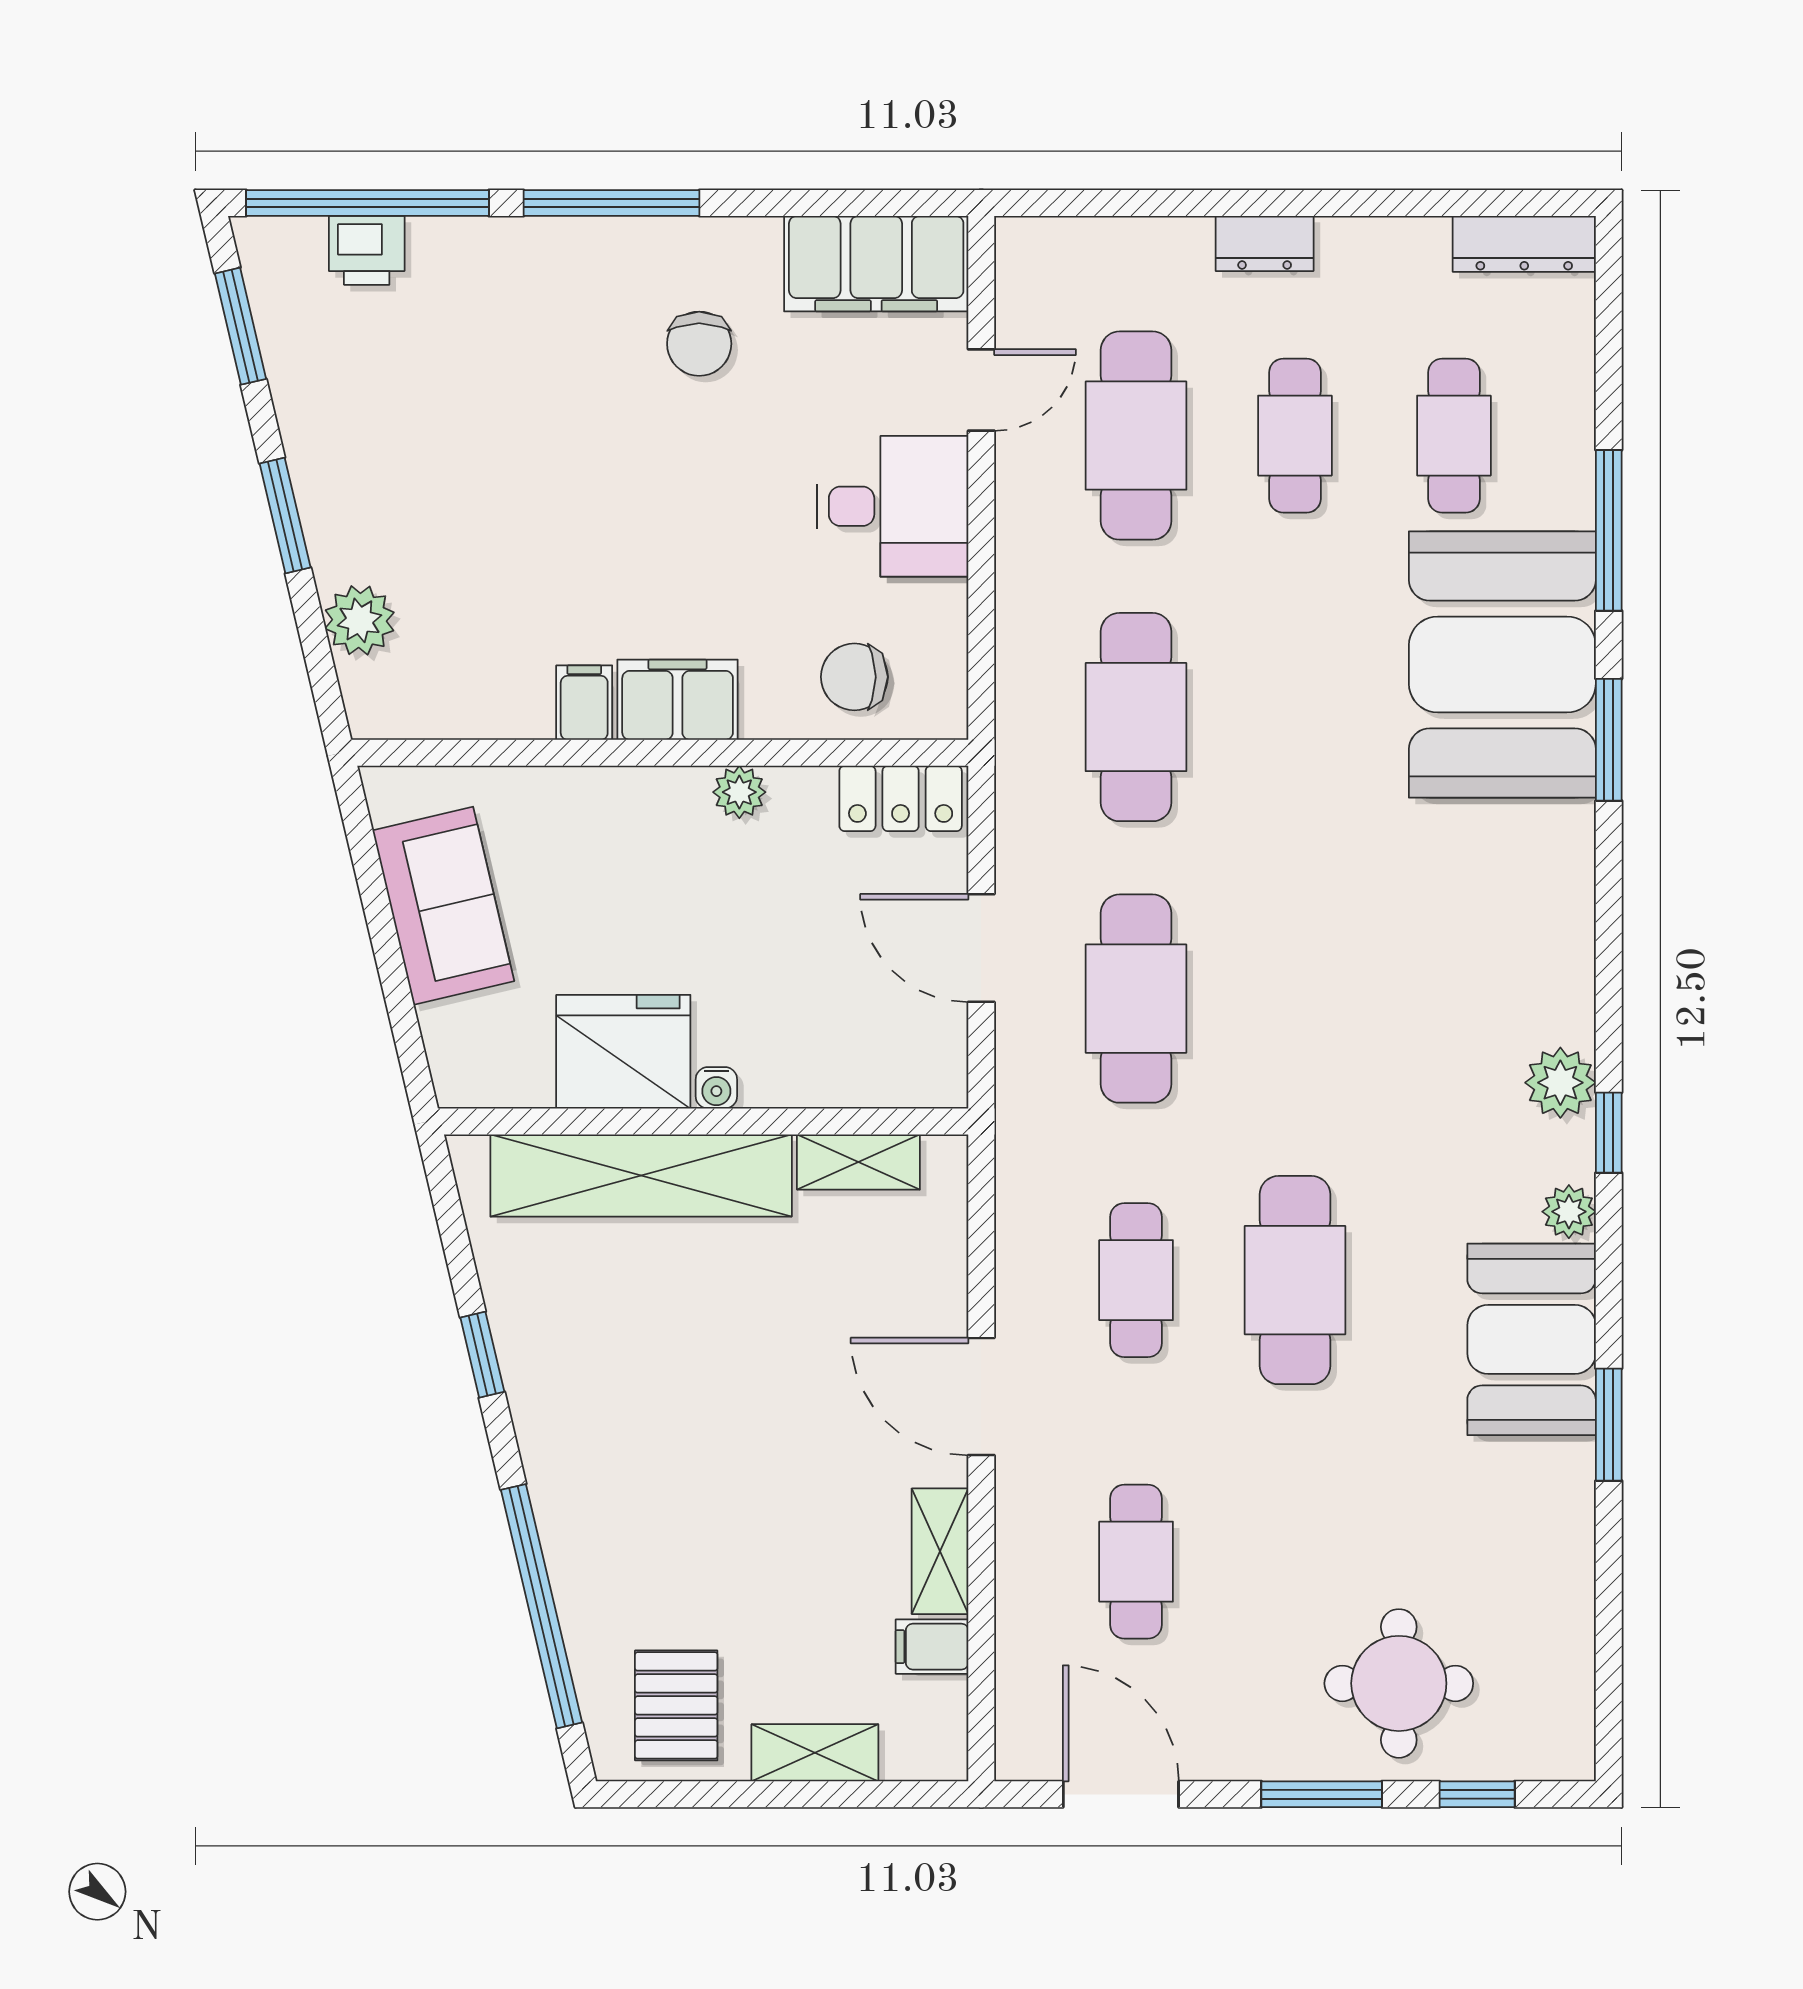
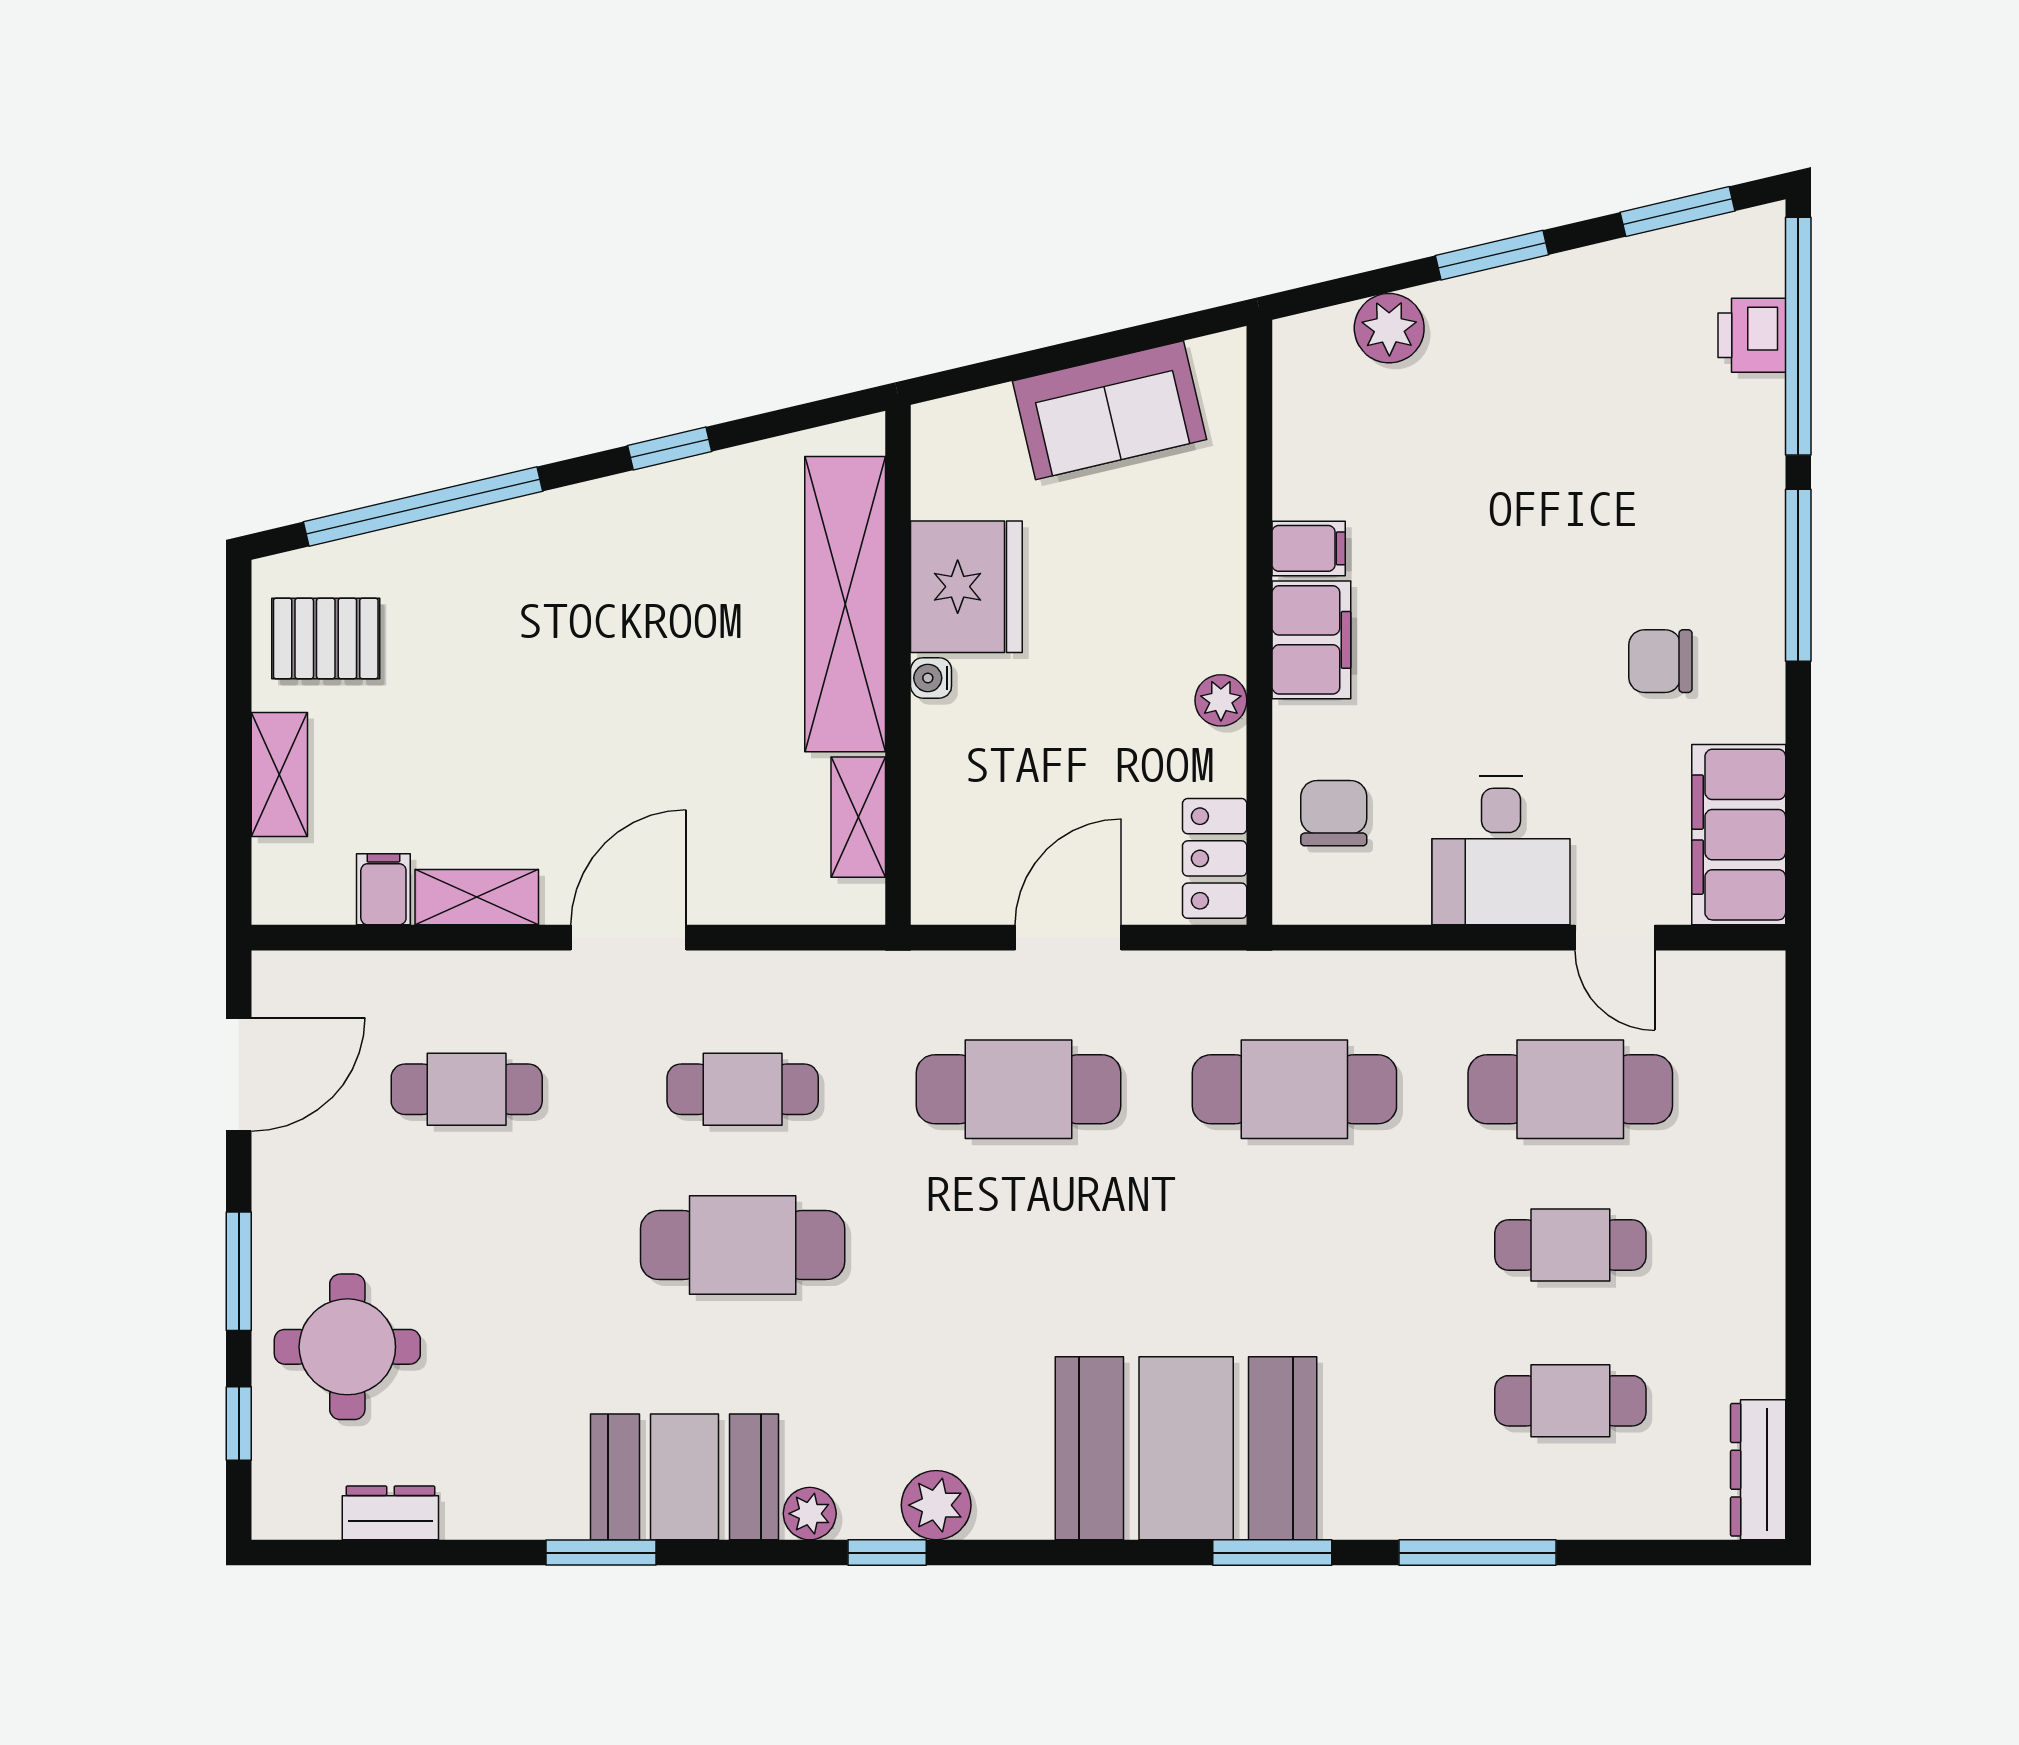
dresser: (1265, 243) -> (390, 1513), moved, turned 90
booth: (1502, 665) -> (1186, 1448), moved

